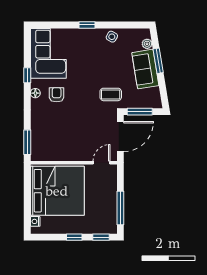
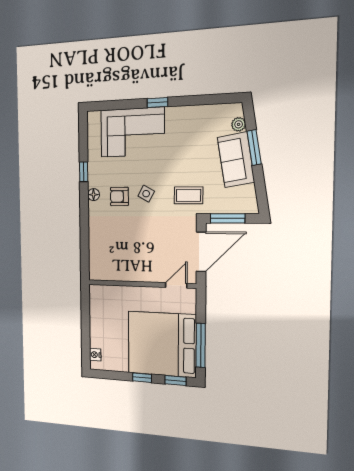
side table: (112, 37) -> (146, 194), moved
corner sofa: (48, 53) -> (132, 132), moved, turned 90
armchair: (57, 95) -> (119, 196), turned -90
window: (27, 142) -> (85, 257), removed
bed: (57, 191) -> (162, 344), moved, turned 180

